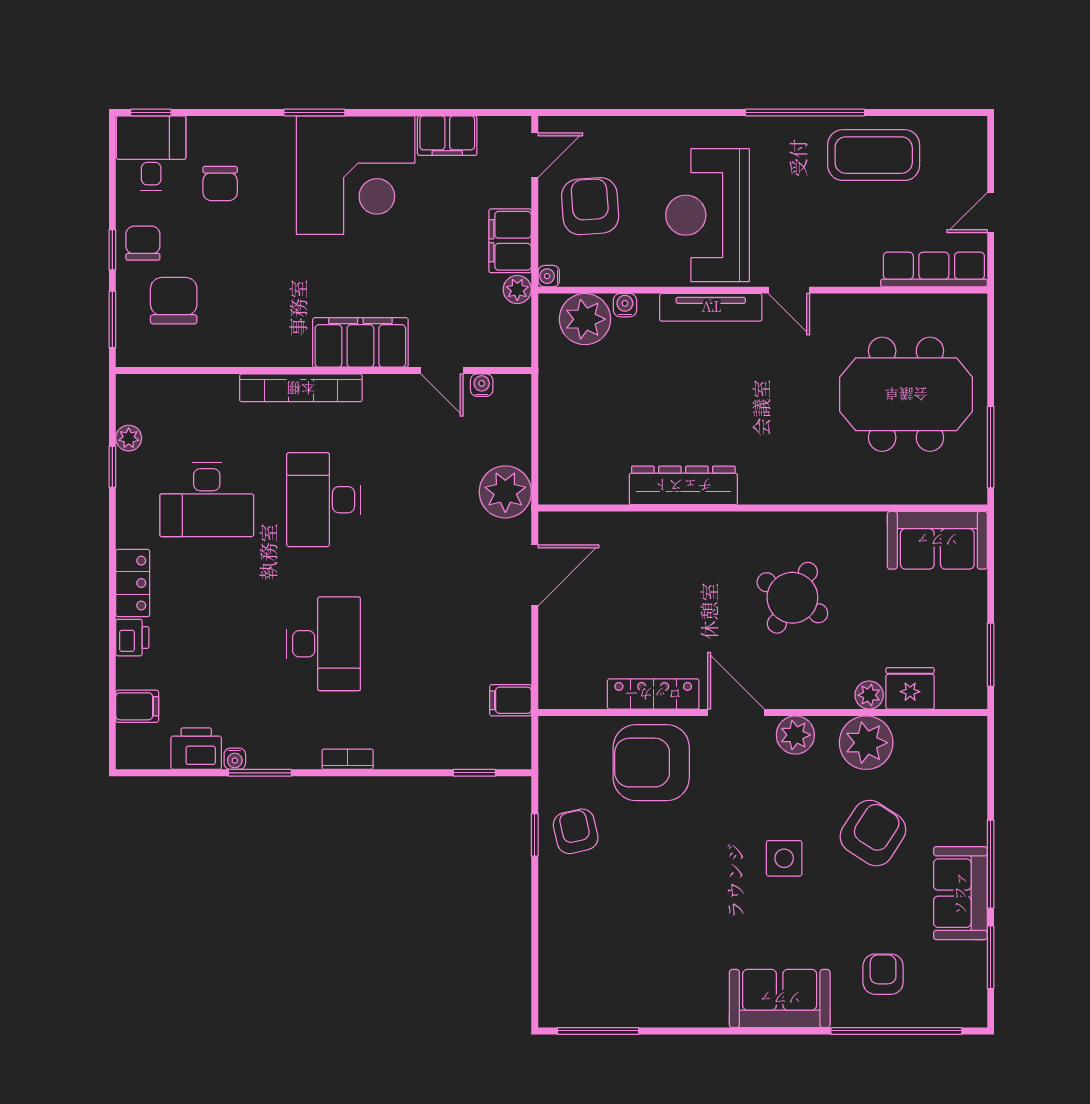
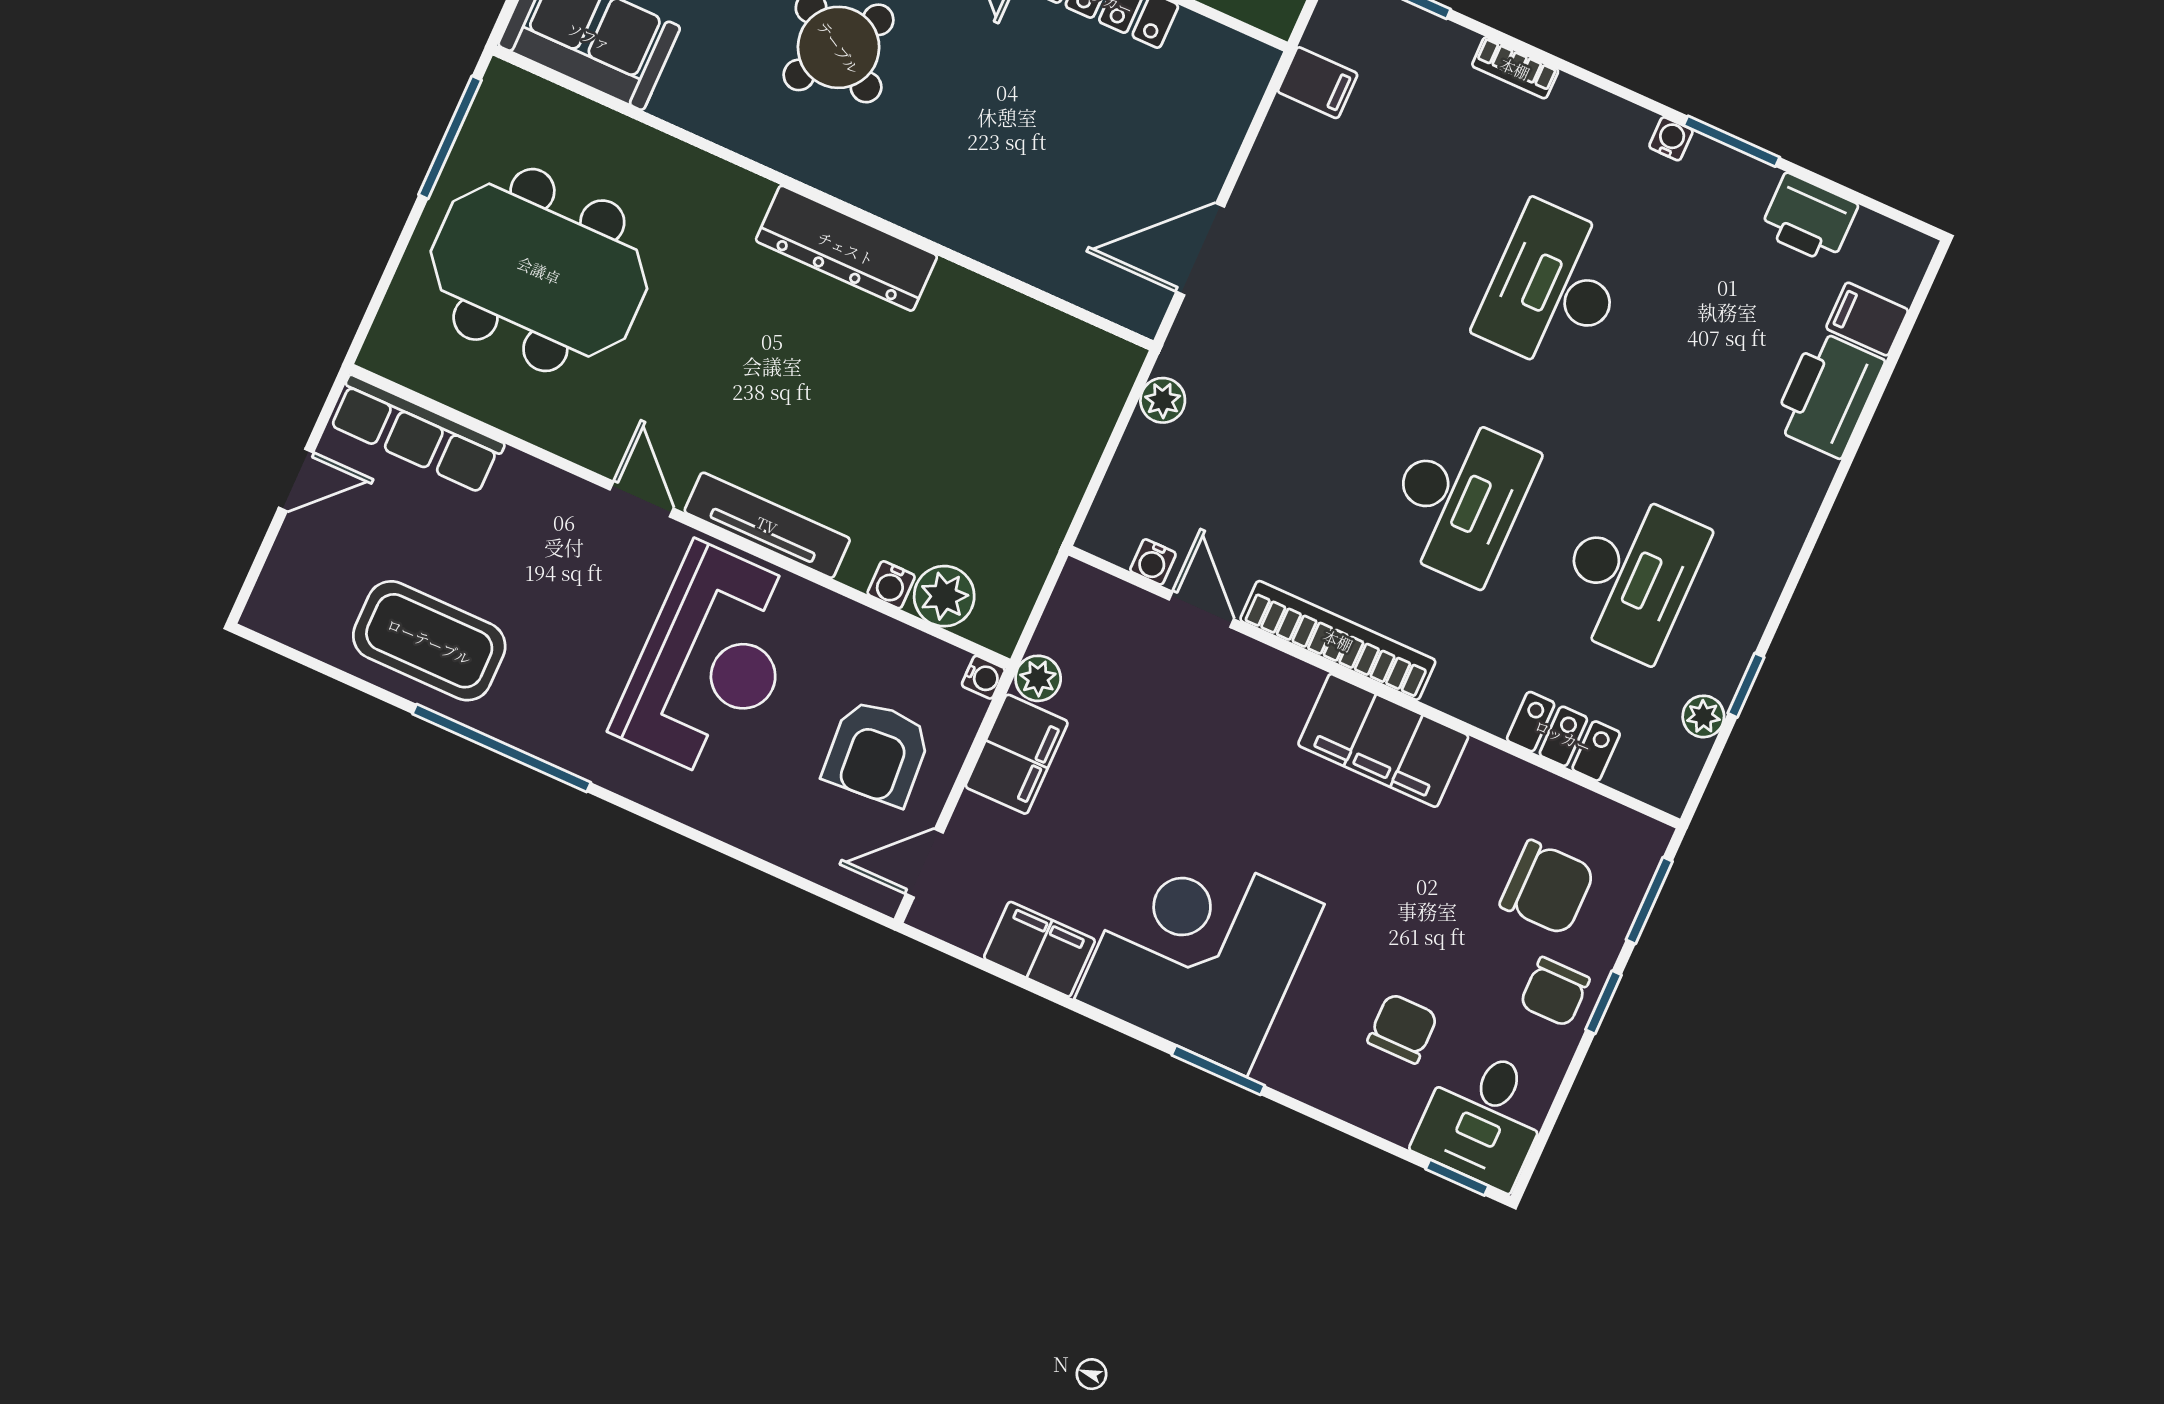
chair: (174, 301) -> (1547, 888), turned -90
plant: (585, 319) -> (944, 596), width x0.73, depth x0.73
filing cabinet: (360, 342) -> (1383, 740), moved
bookcase: (301, 388) -> (1338, 640), moved
dresser: (683, 485) -> (846, 248), moved
plant: (505, 492) -> (1163, 400), width x0.53, depth x0.53
desk: (207, 500) -> (1630, 575), turned 90
locker: (133, 583) -> (1563, 736), moved, turned 90
printer: (132, 638) -> (1828, 394), width x1.87, depth x1.48
water cooler: (235, 759) -> (1671, 139), moved
bookcase: (348, 759) -> (1515, 68), moved

